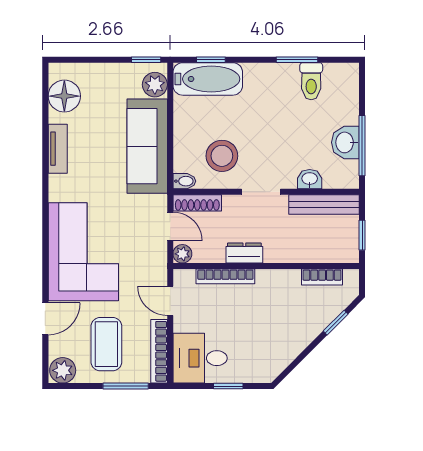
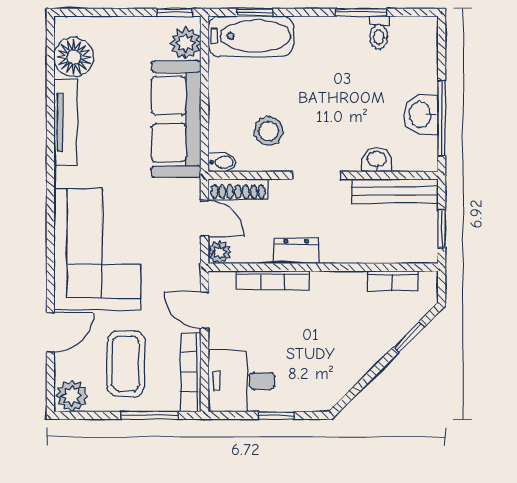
toilet: (311, 81) -> (379, 33), width x0.73, depth x0.72
tv unit: (58, 149) -> (66, 122), width x1.41
stool: (222, 156) -> (268, 131), width x0.73, depth x0.73

